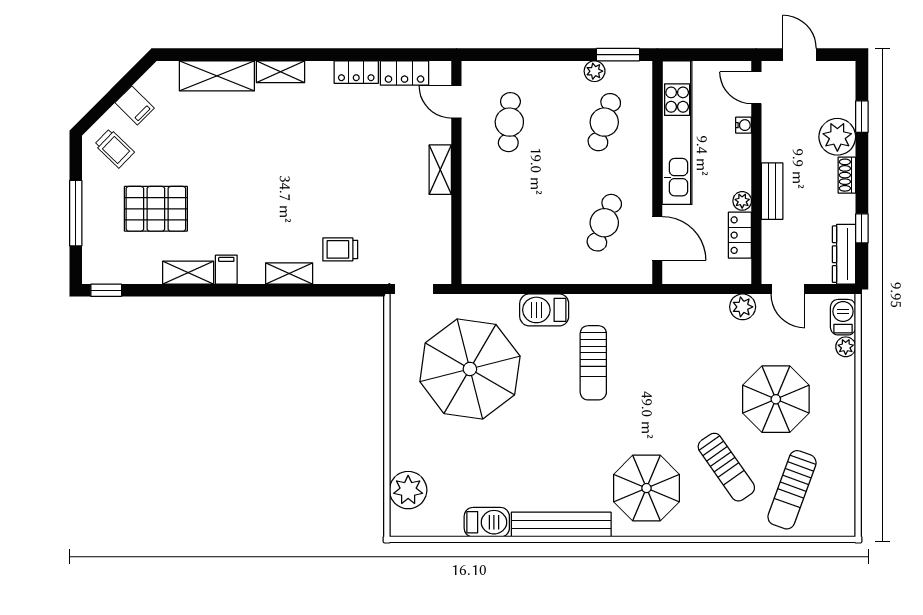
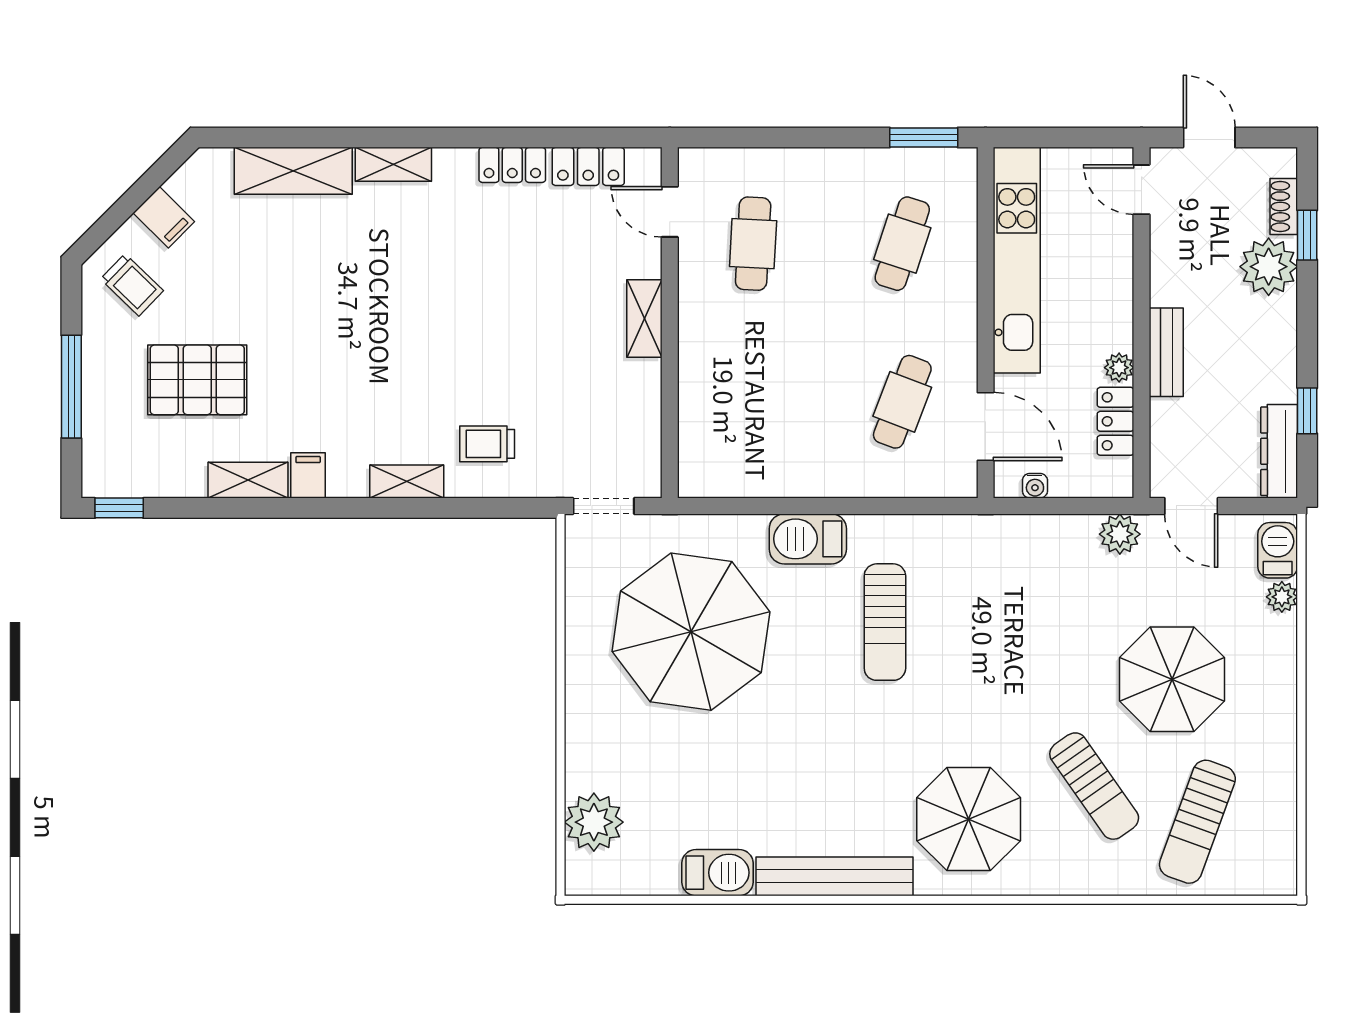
plant: (595, 71) -> (887, 164), removed
water cooler: (744, 125) -> (1035, 486), moved, turned 90
shoe rack: (847, 175) -> (1284, 207), moved

